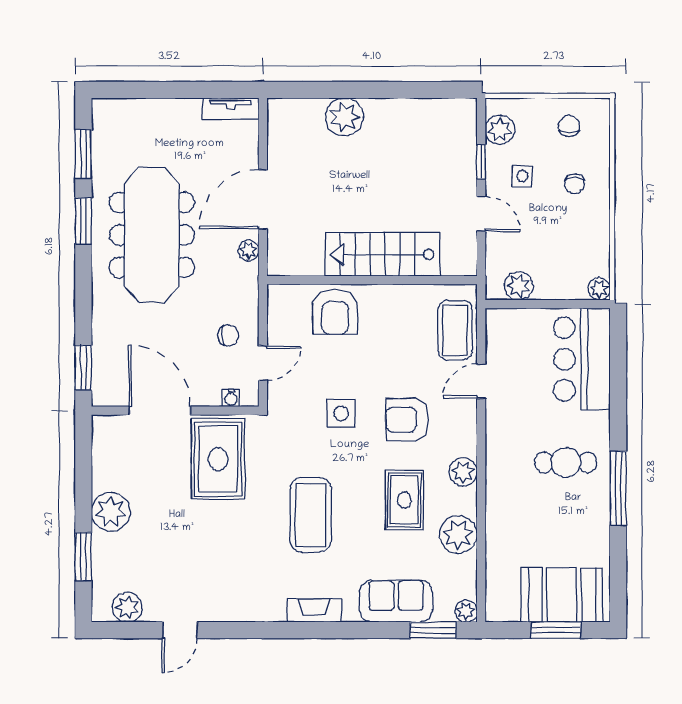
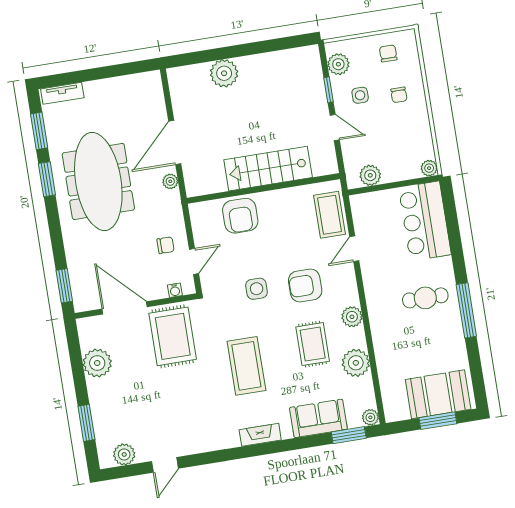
tv unit: (231, 109) -> (62, 93), moved
plant: (111, 512) -> (97, 363), moved

